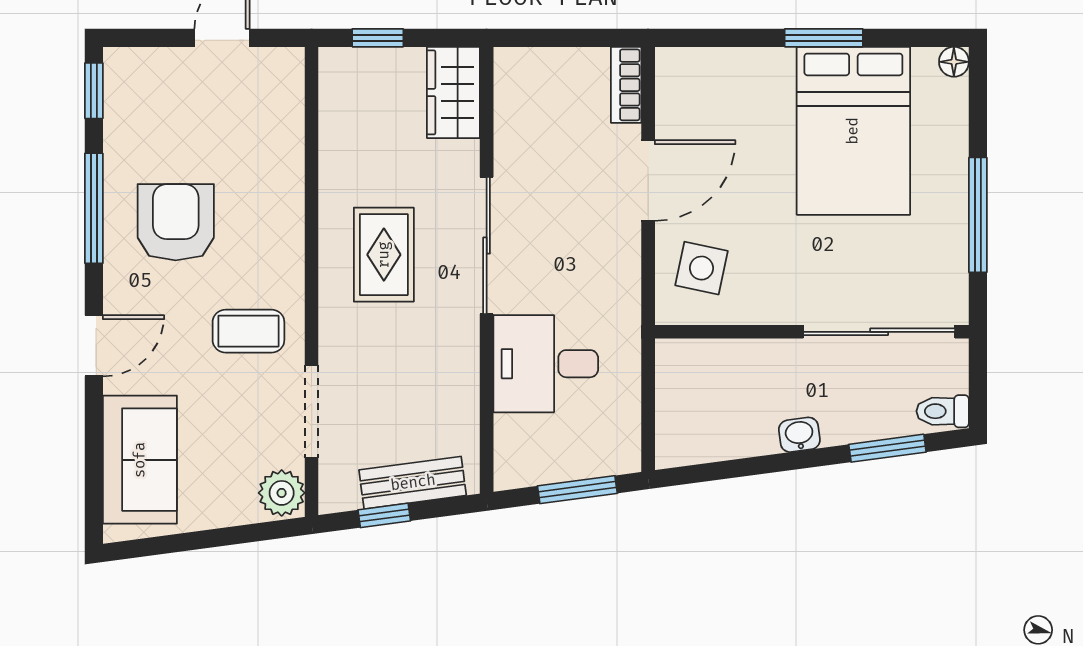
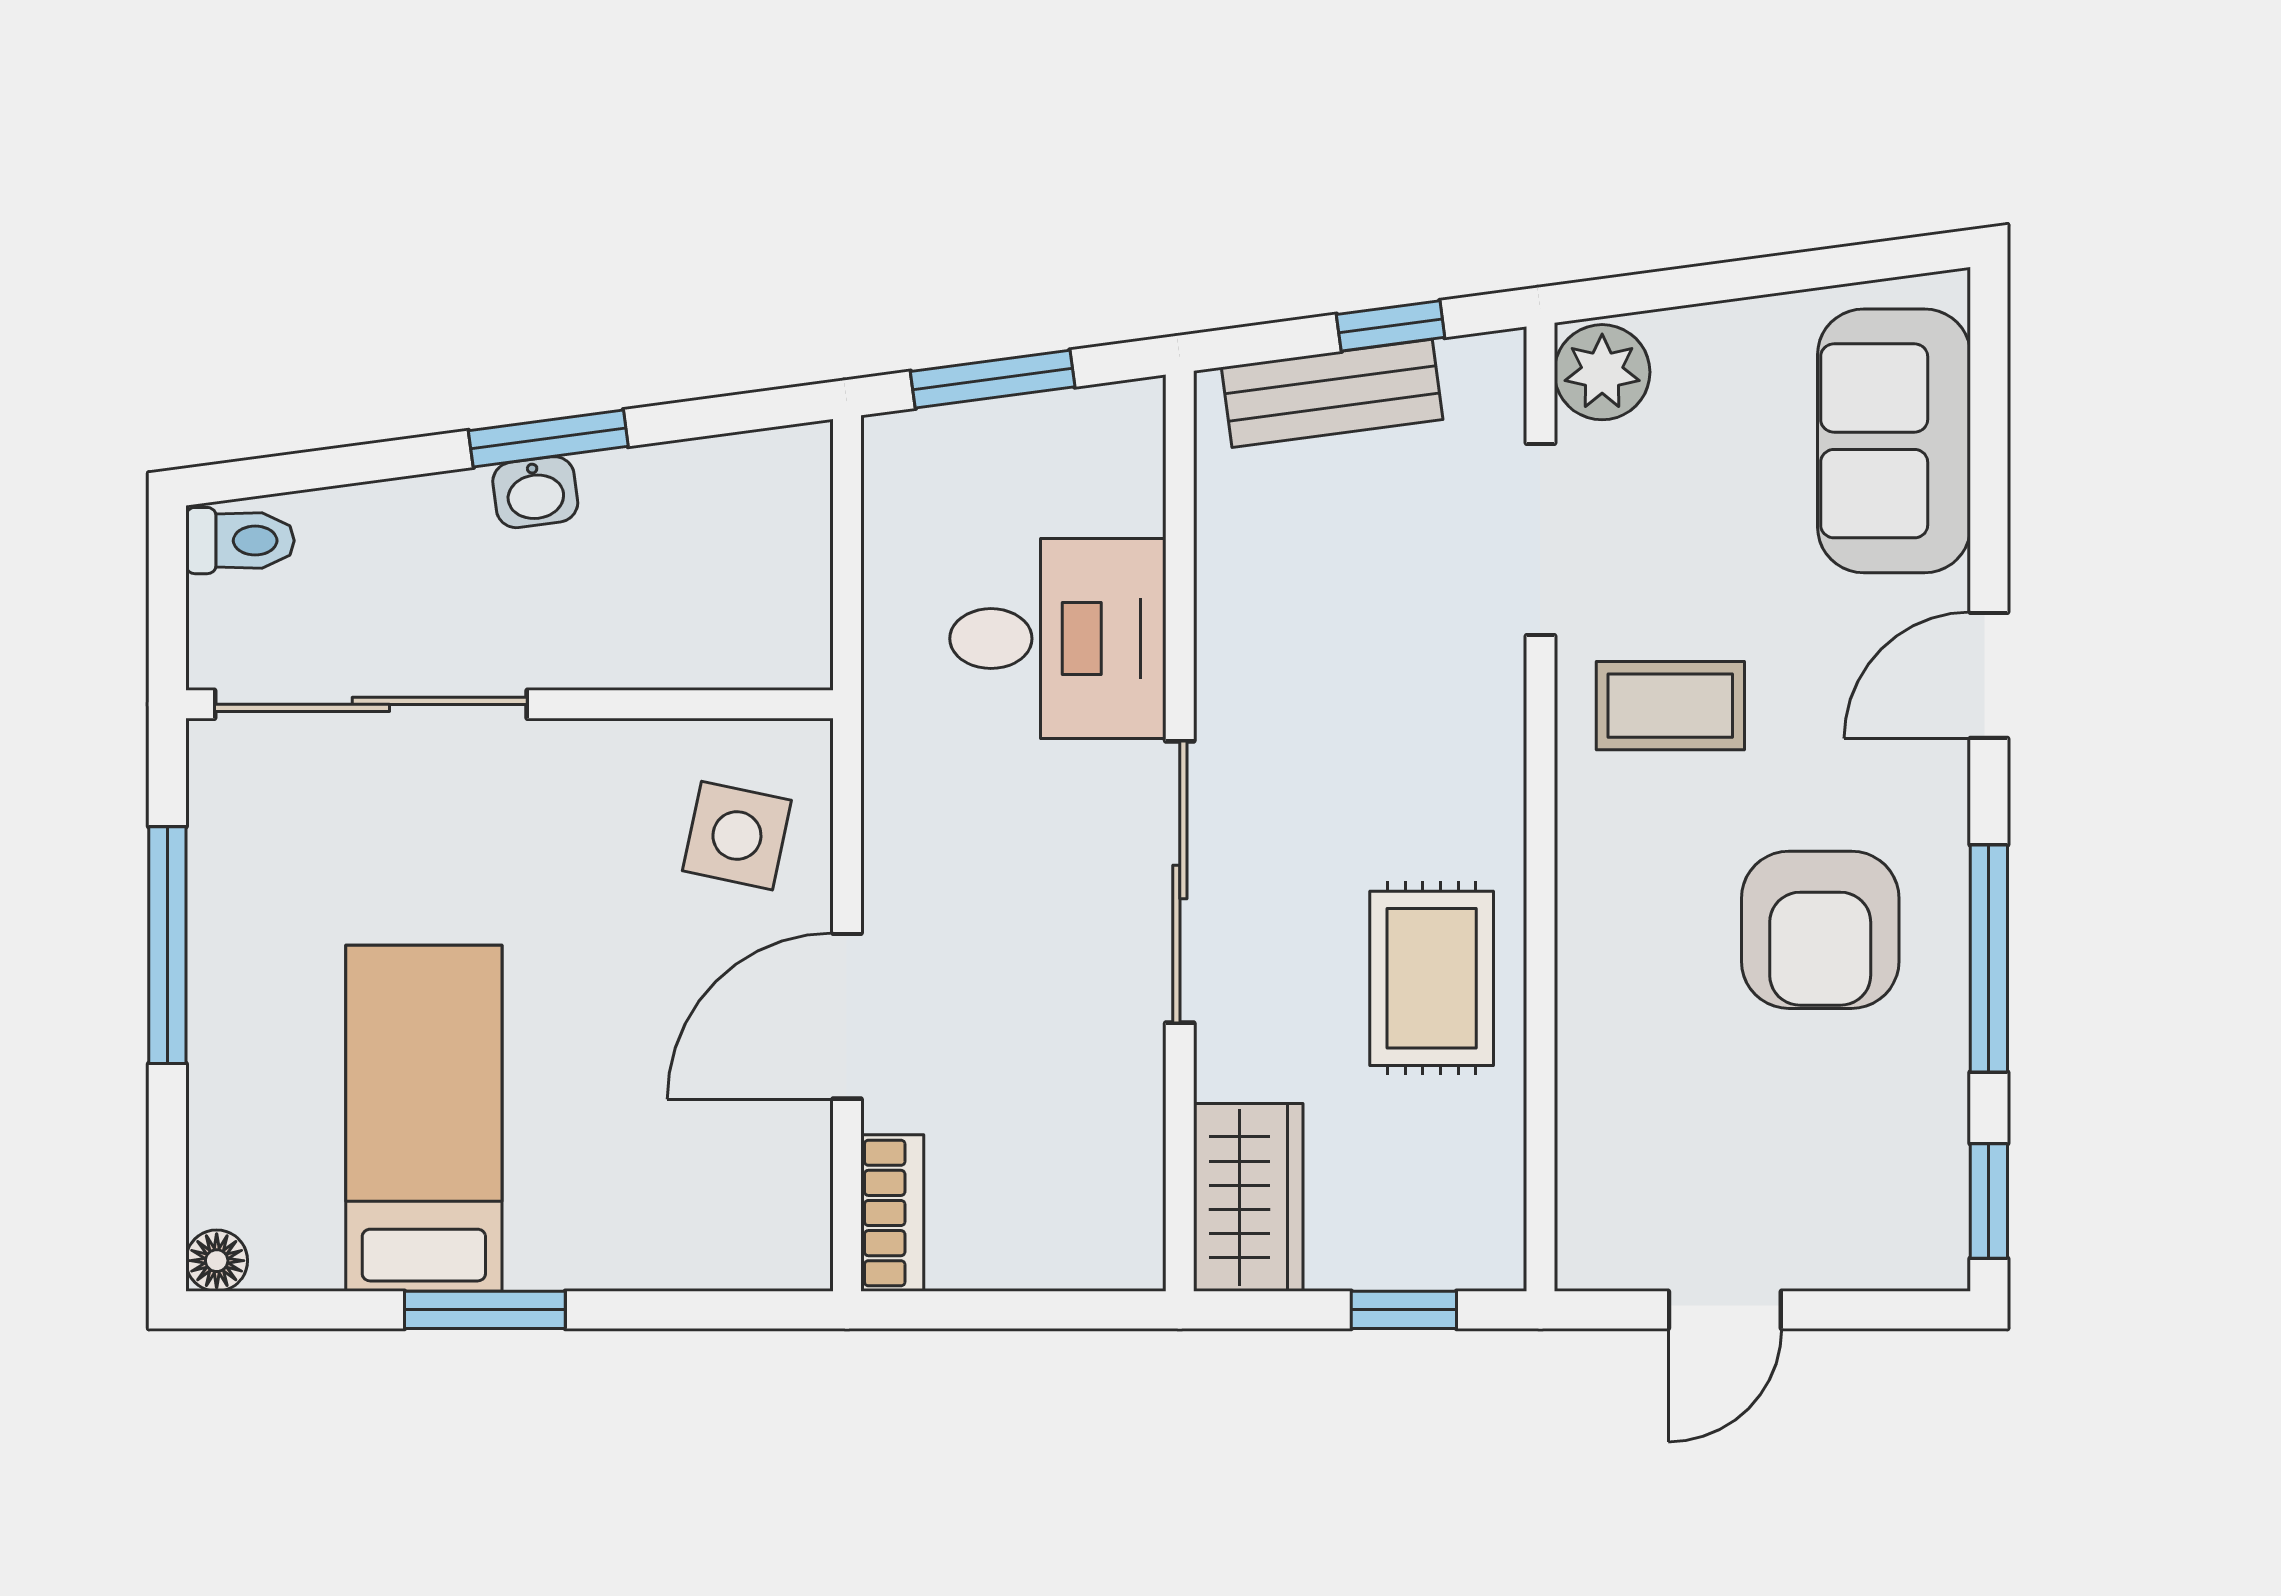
bed: (853, 131) -> (424, 1118), width x0.67
rug: (384, 255) -> (1432, 978), moved
window: (887, 448) -> (548, 438), moved

